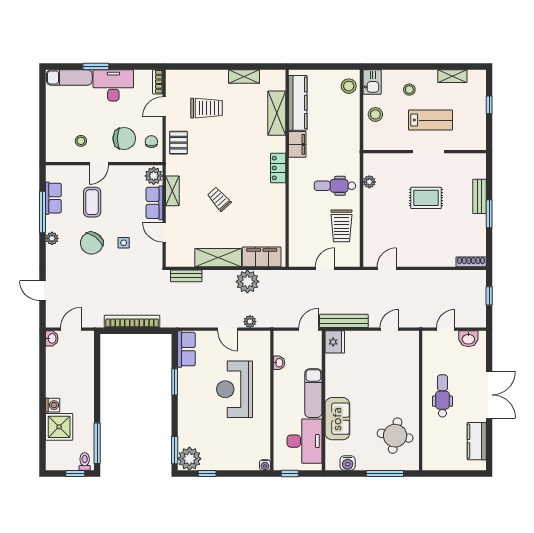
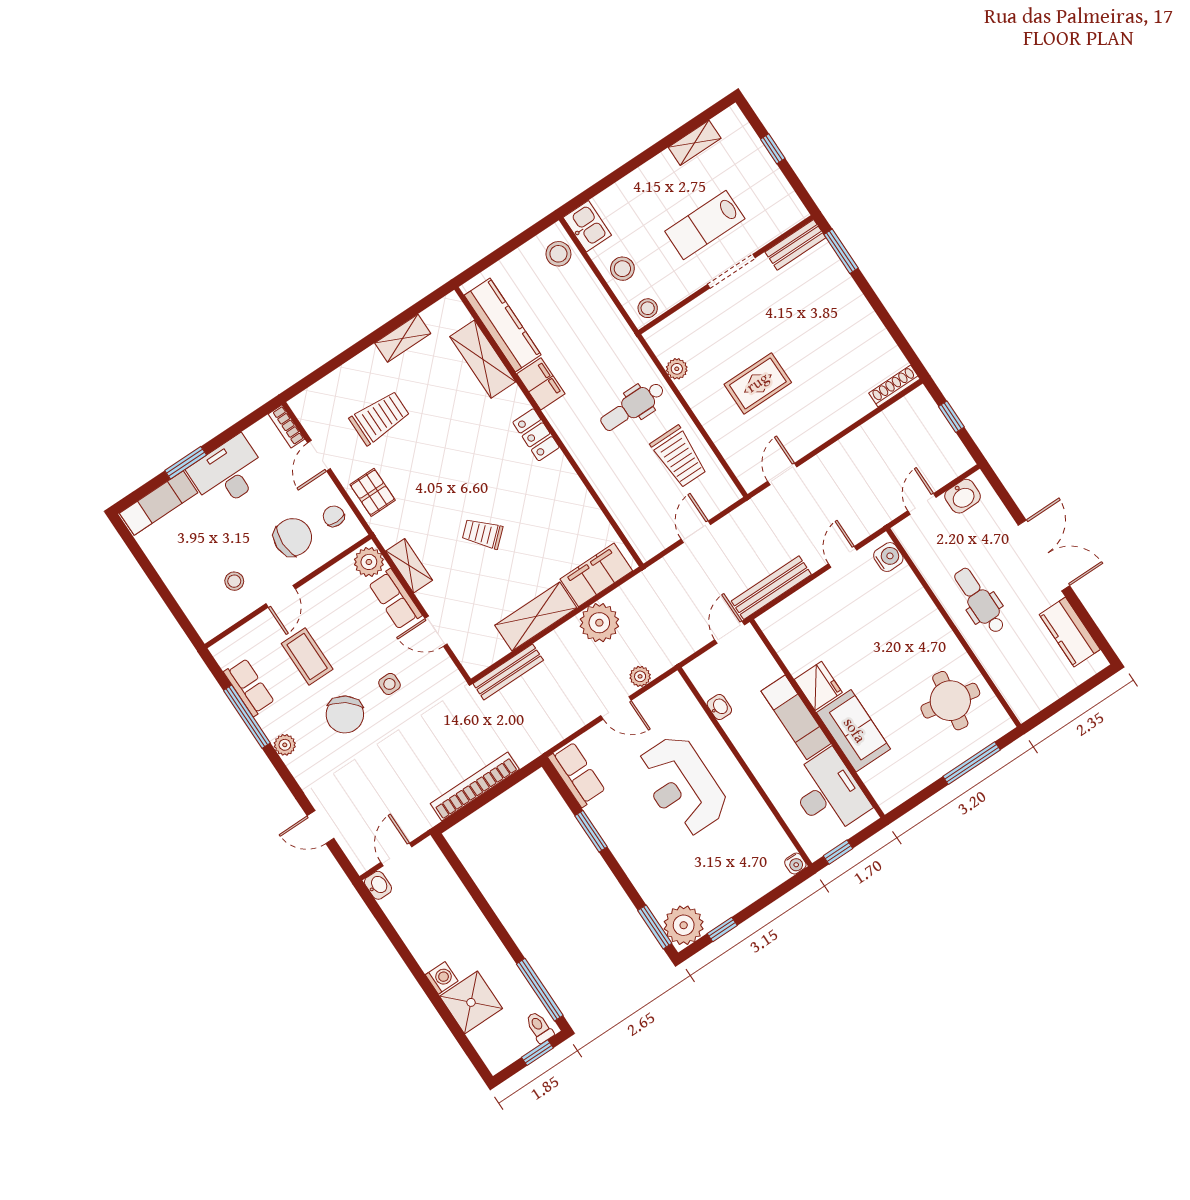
stool: (409, 90) -> (648, 308), moved
lab bench: (430, 120) -> (705, 225), turned 180
bench: (479, 196) -> (795, 245), moved, turned 90
rug: (426, 198) -> (758, 383), moved
window: (489, 214) -> (841, 251), moved
bench: (186, 276) -> (508, 672), width x1.36
fridge: (335, 342) -> (818, 686), moved
water cooler: (348, 463) -> (888, 557), moved, turned -90

